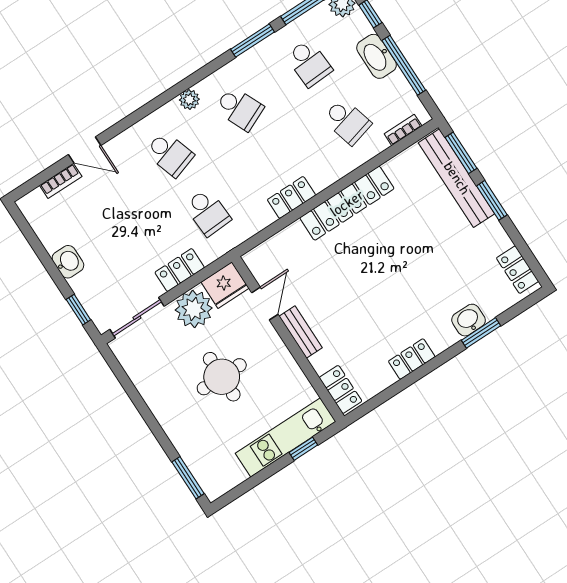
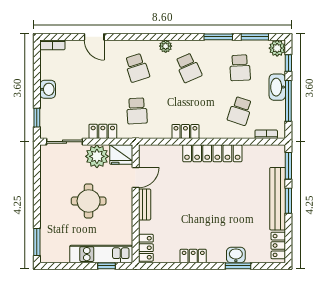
school desk: (347, 121) -> (240, 111), turned 33
bench: (457, 178) -> (278, 199), moved
bookcase: (61, 181) -> (52, 45), moved

